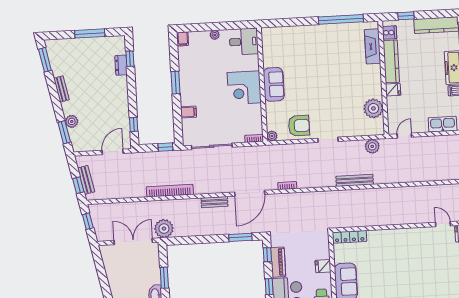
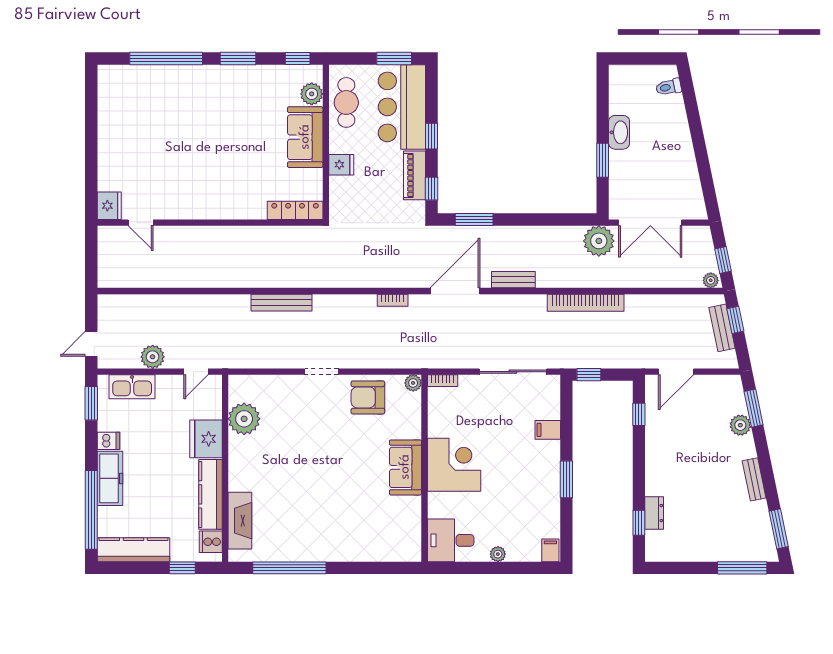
window: (90, 33) -> (742, 568), moved
fridge: (393, 90) -> (206, 439), width x1.88, depth x1.34
plant: (372, 146) -> (153, 357), moved
plant: (95, 208) -> (711, 280), added

